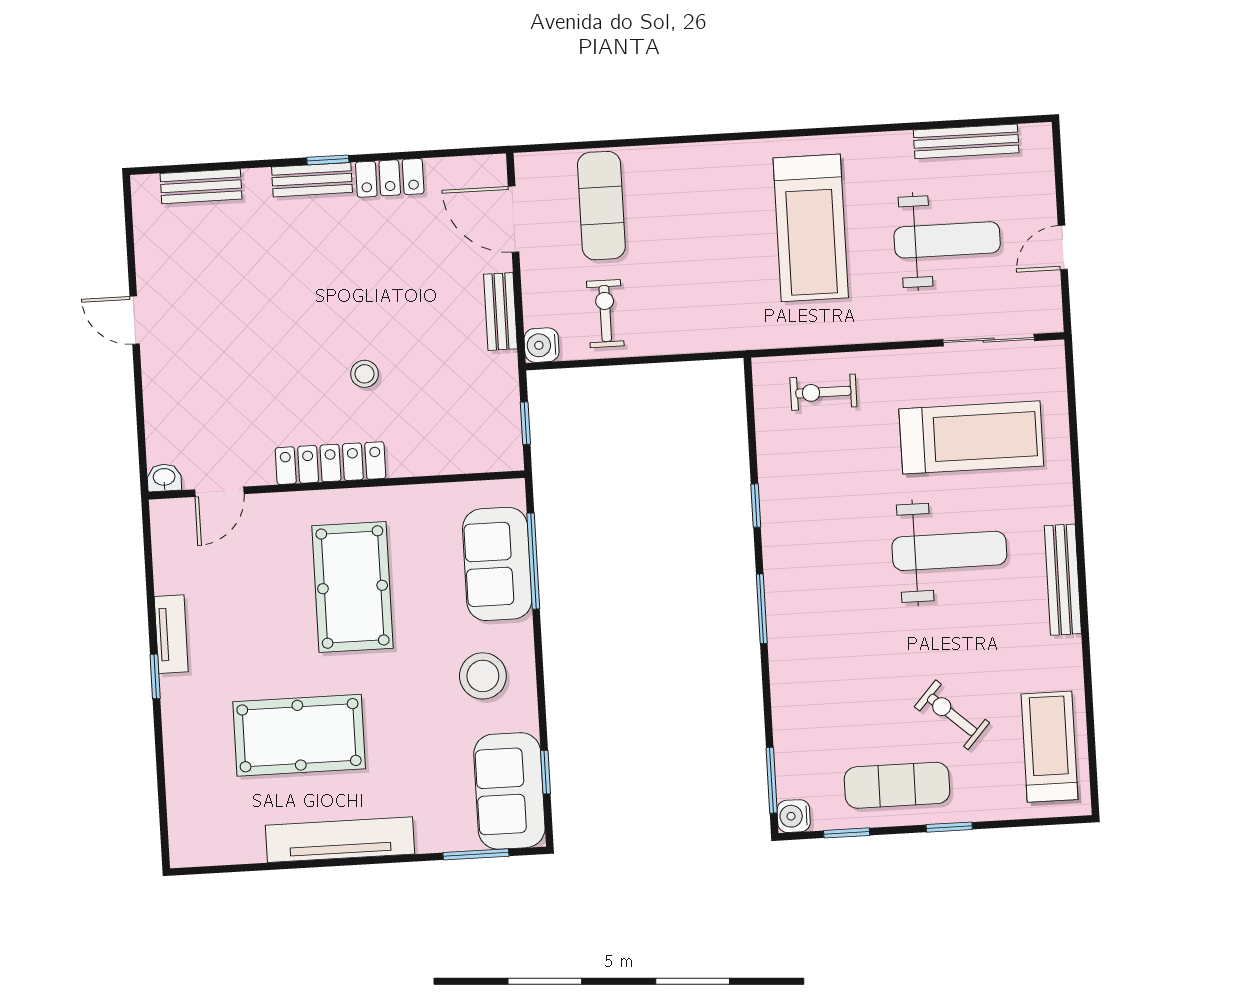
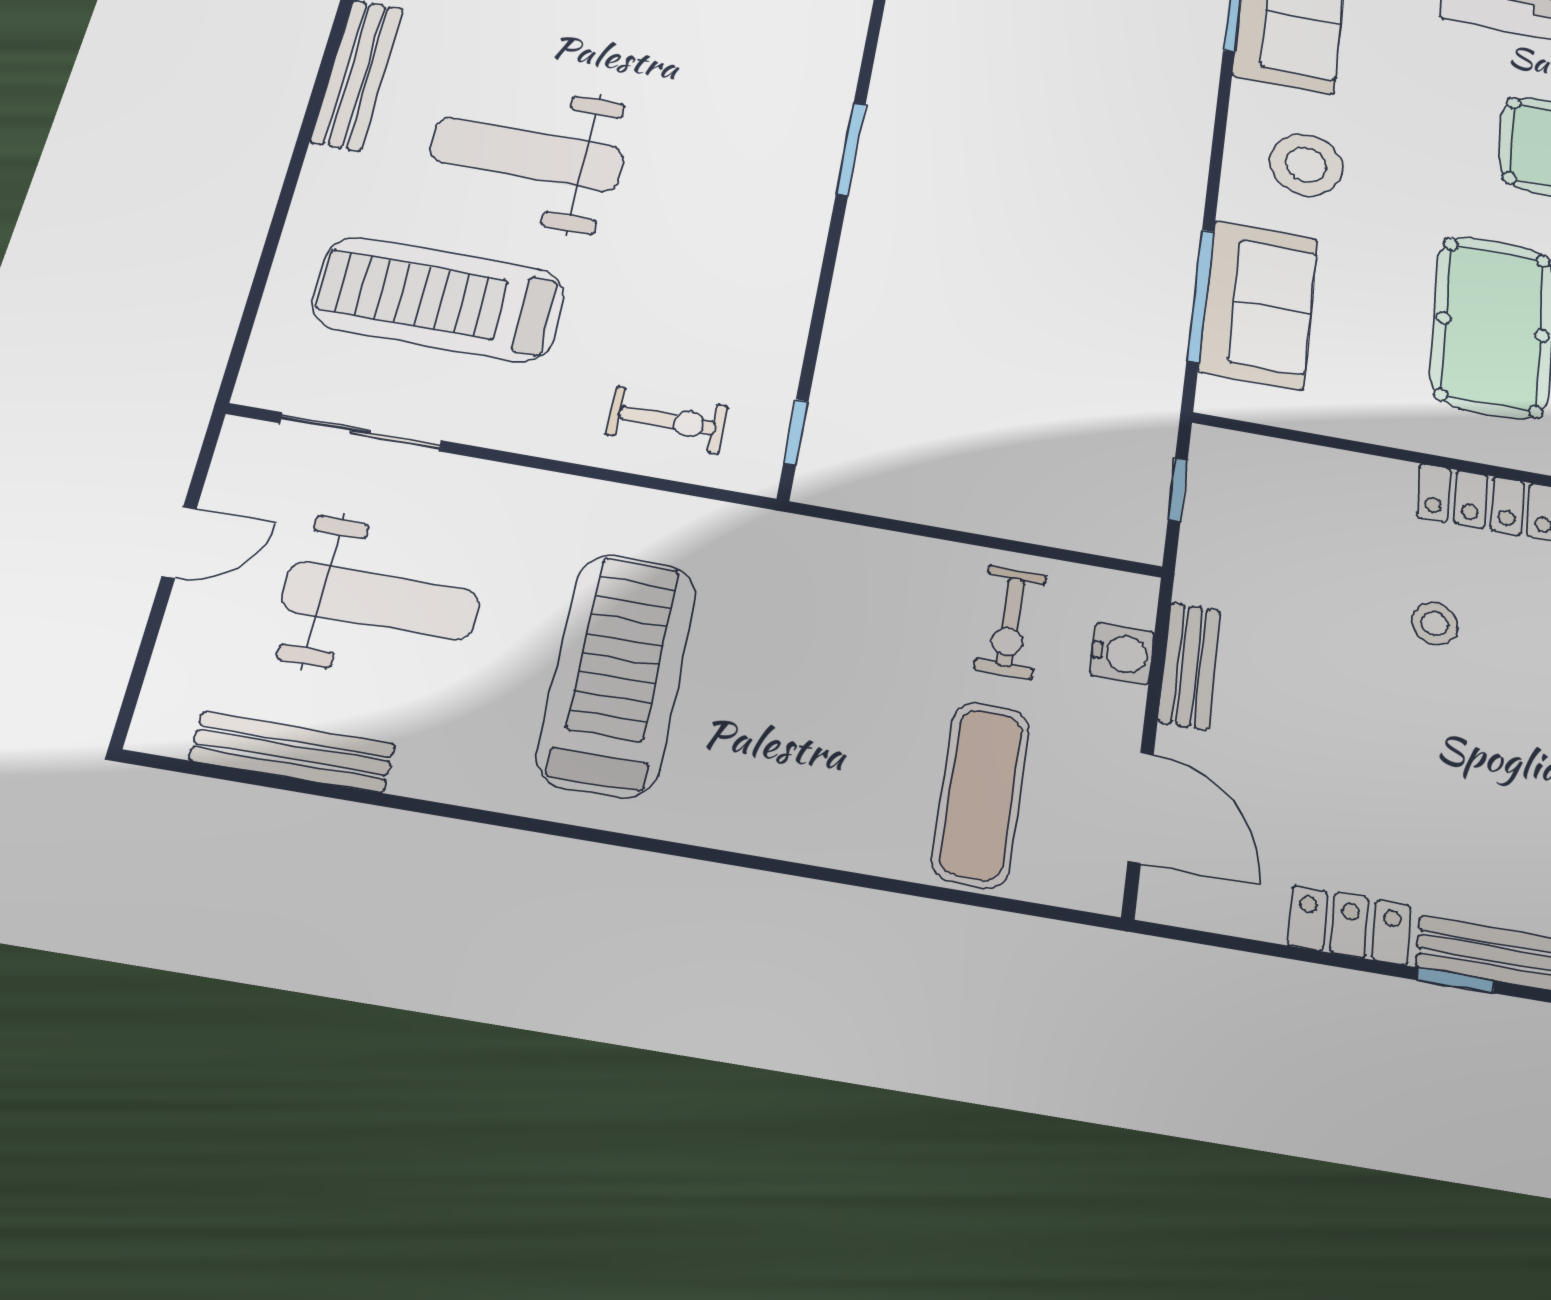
weight bench: (947, 240) -> (381, 601), turned 180
water cooler: (542, 345) -> (1122, 654), moved
window: (756, 506) -> (796, 432), moved

